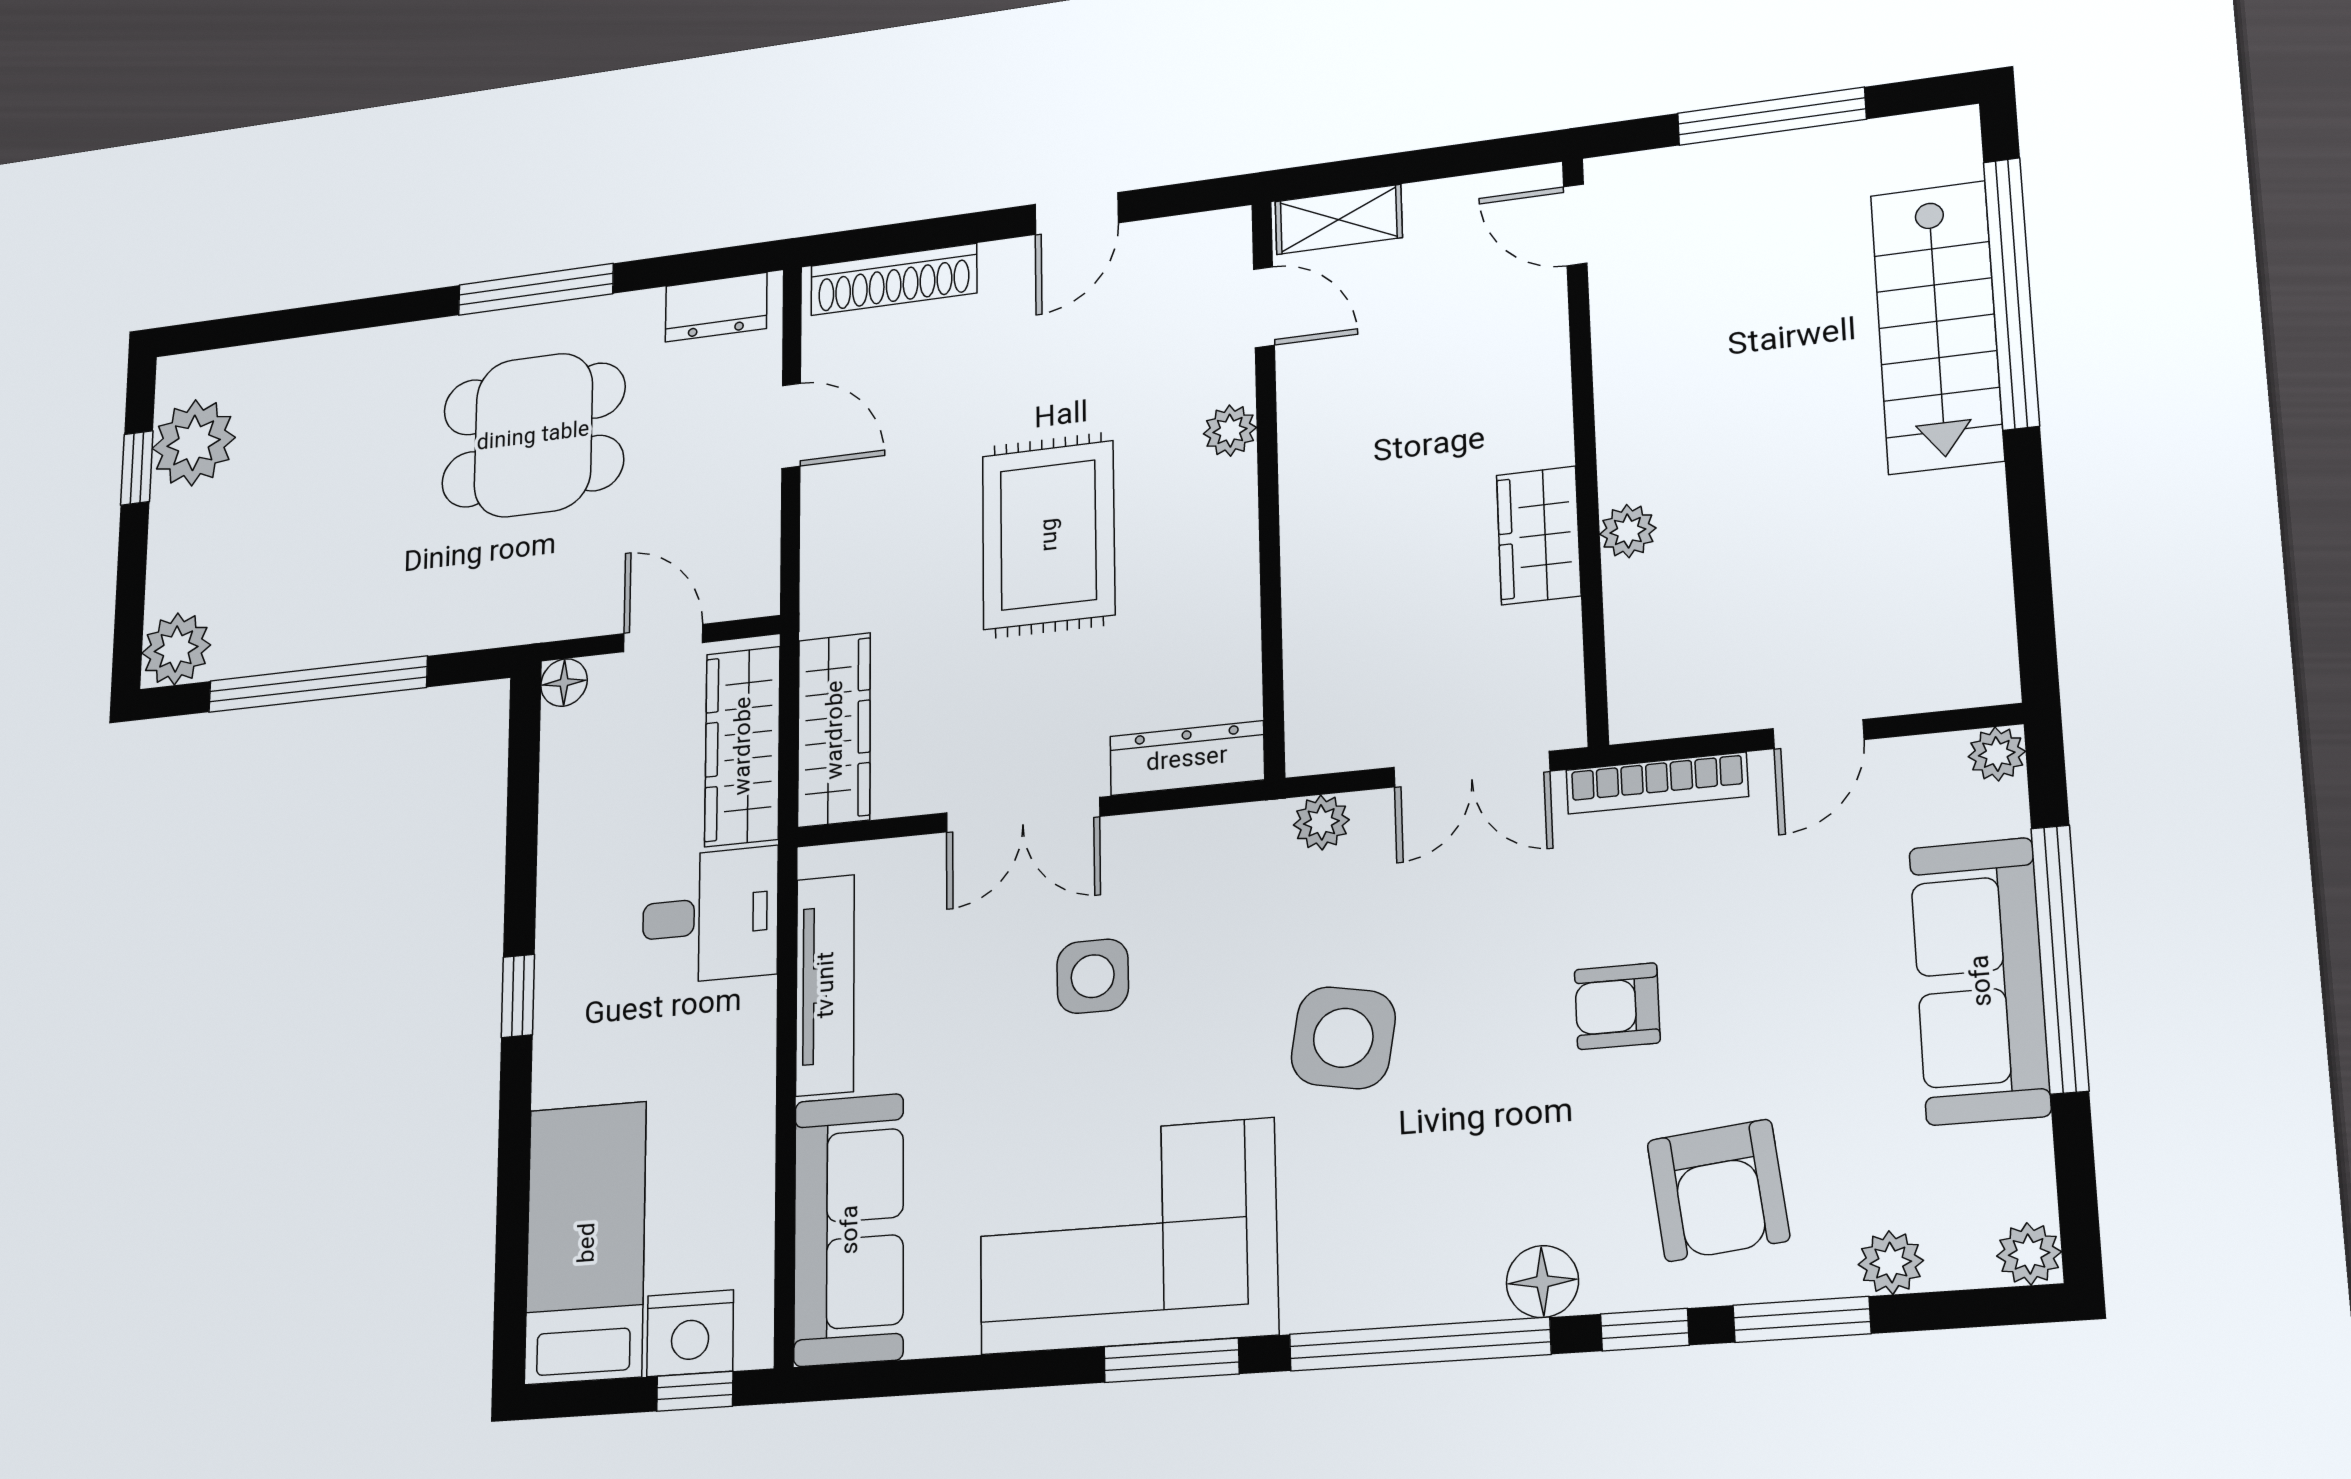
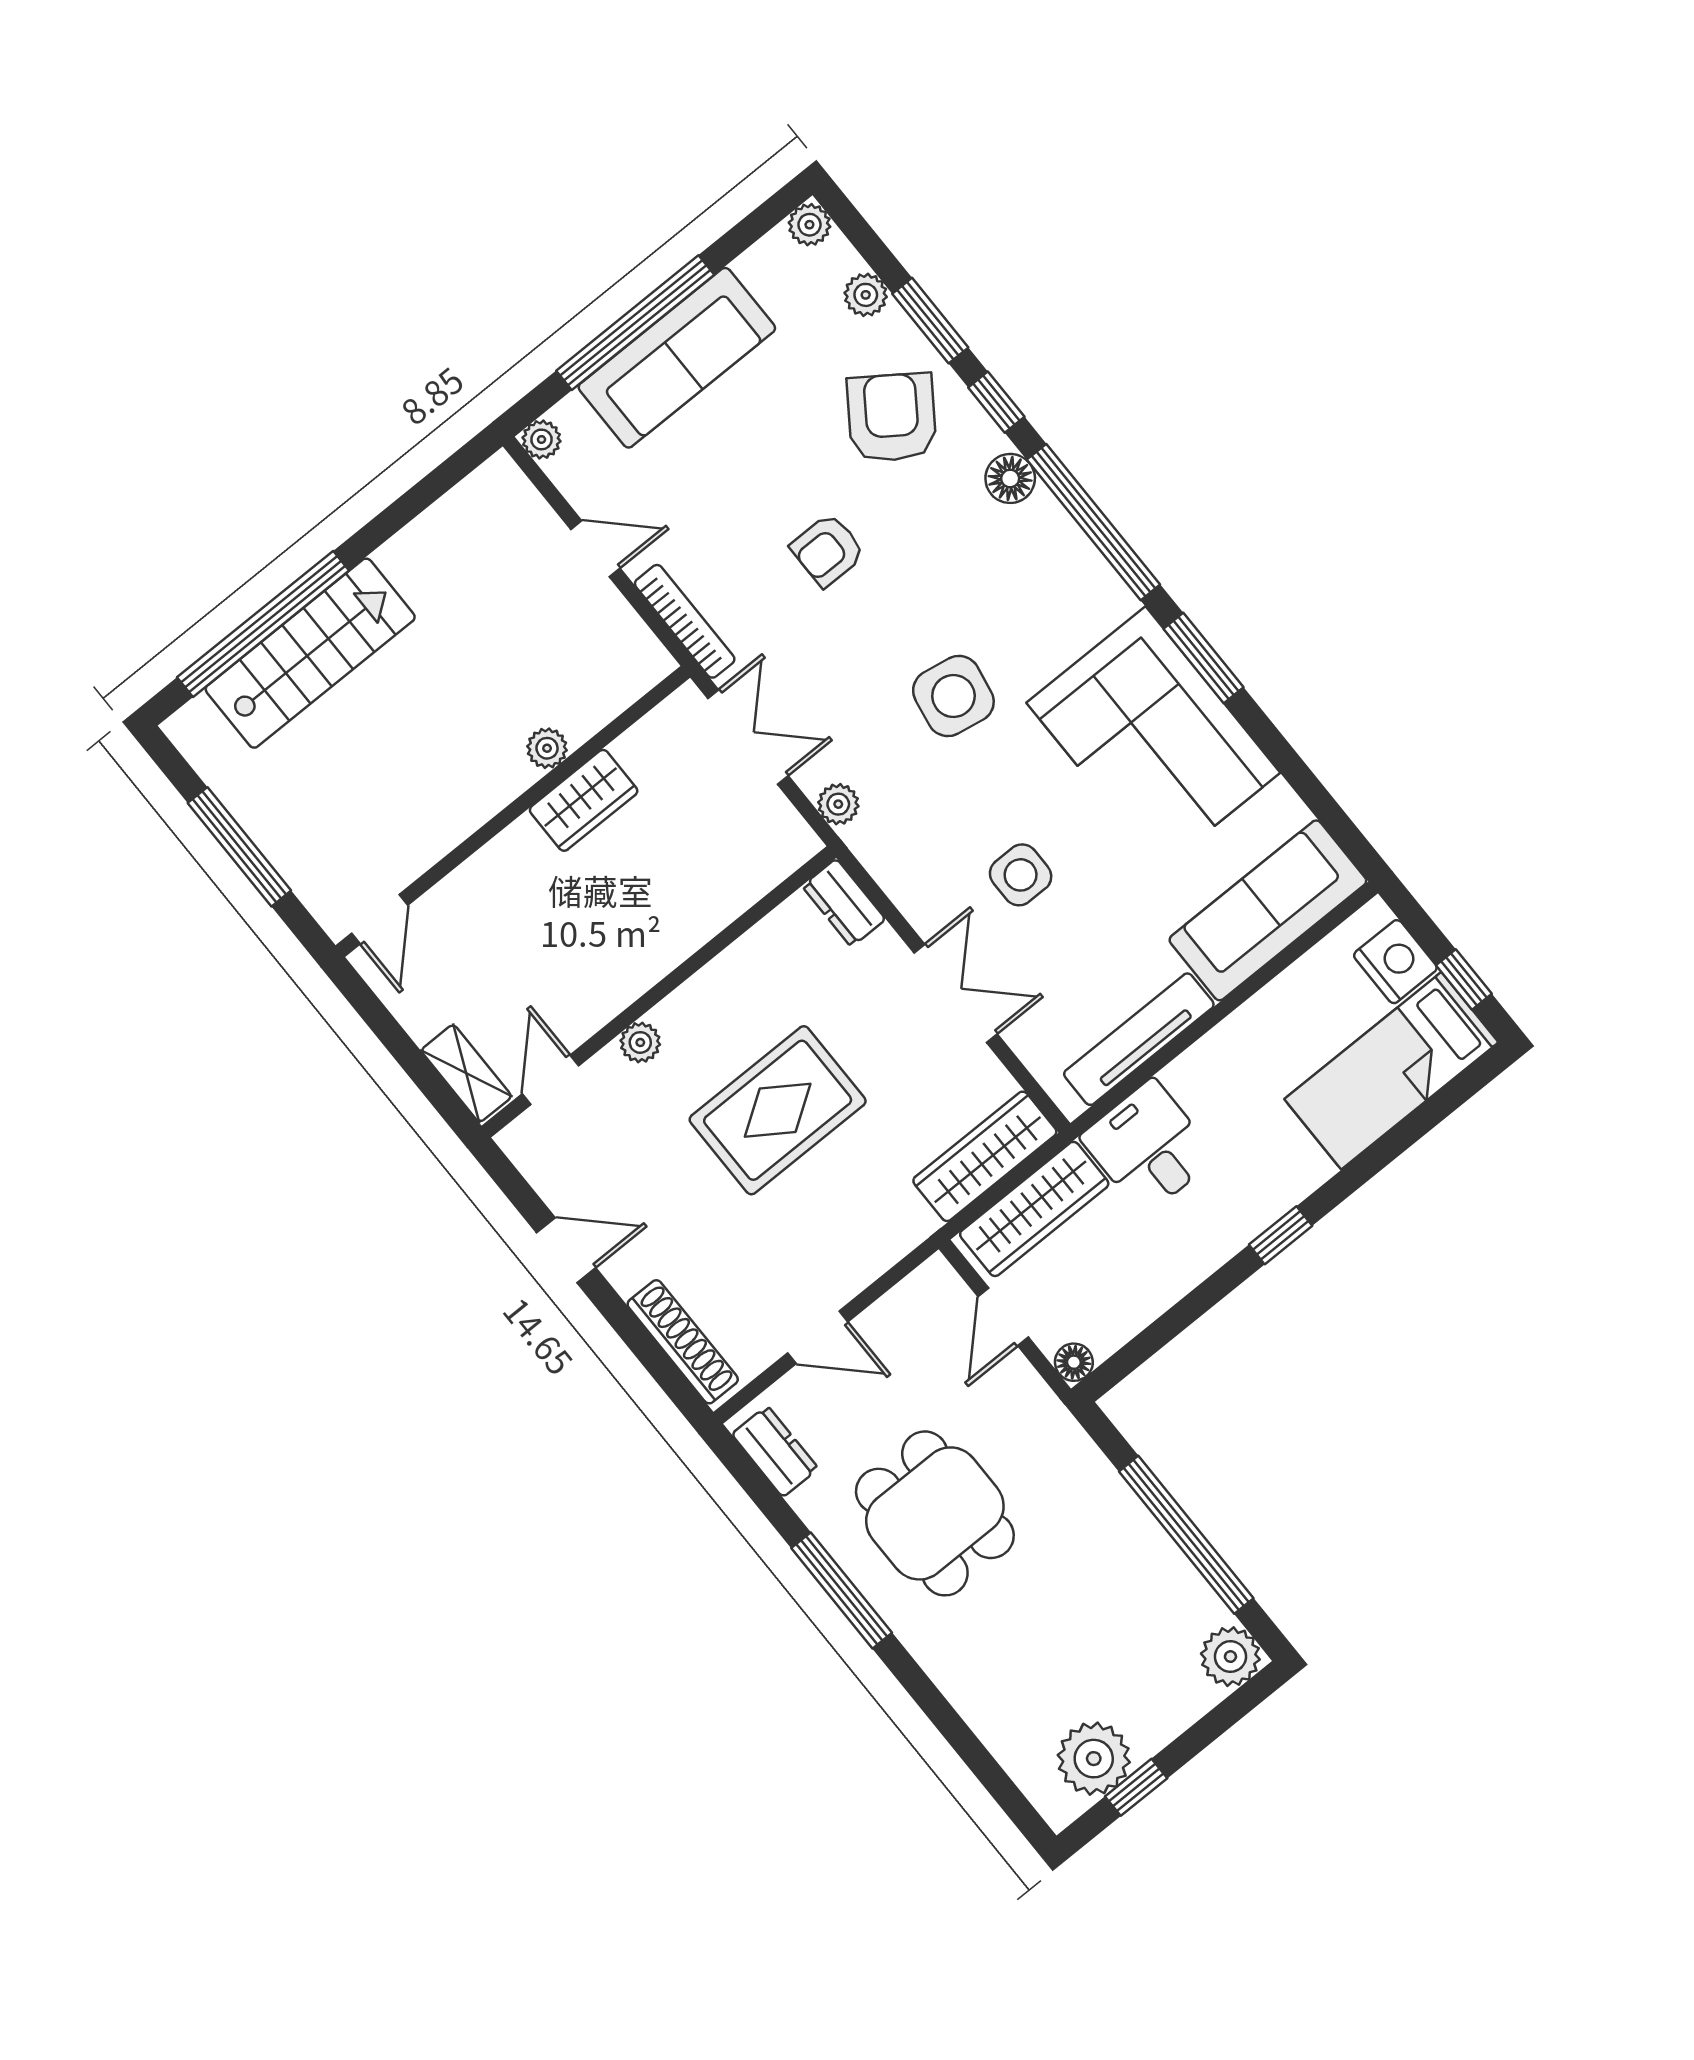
door: (791, 426) -> (818, 1337), swing flipped
dresser: (1187, 758) -> (844, 903), width x0.70
armchair: (1617, 1006) -> (828, 550), turned 90
armchair: (1718, 1190) -> (892, 417), turned -49
window: (695, 1391) -> (1464, 979), moved

